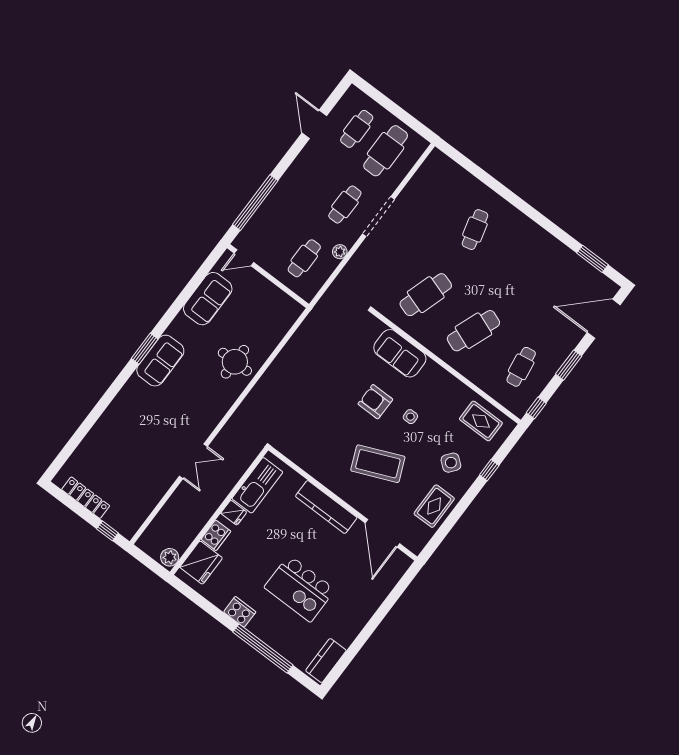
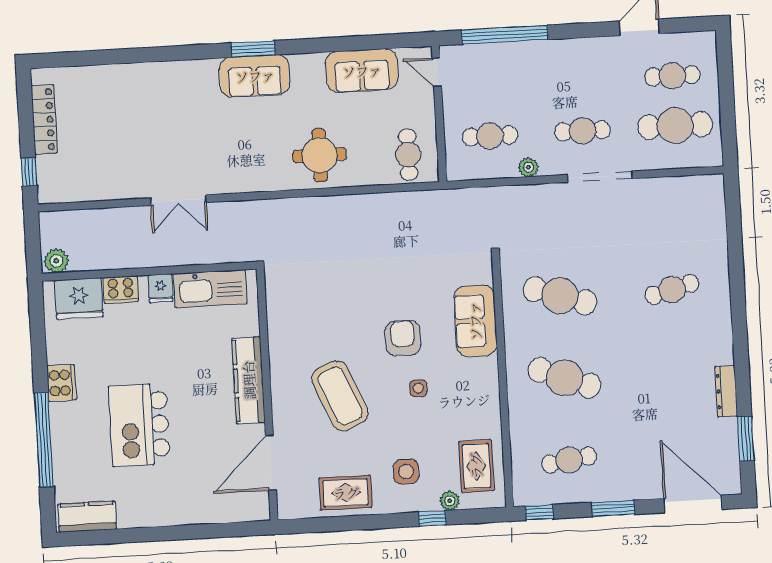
dresser: (557, 247) -> (726, 391), added
cafe table: (276, 312) -> (408, 155), added
plant: (488, 452) -> (450, 501), added
side table: (451, 463) -> (406, 472), turned -38

